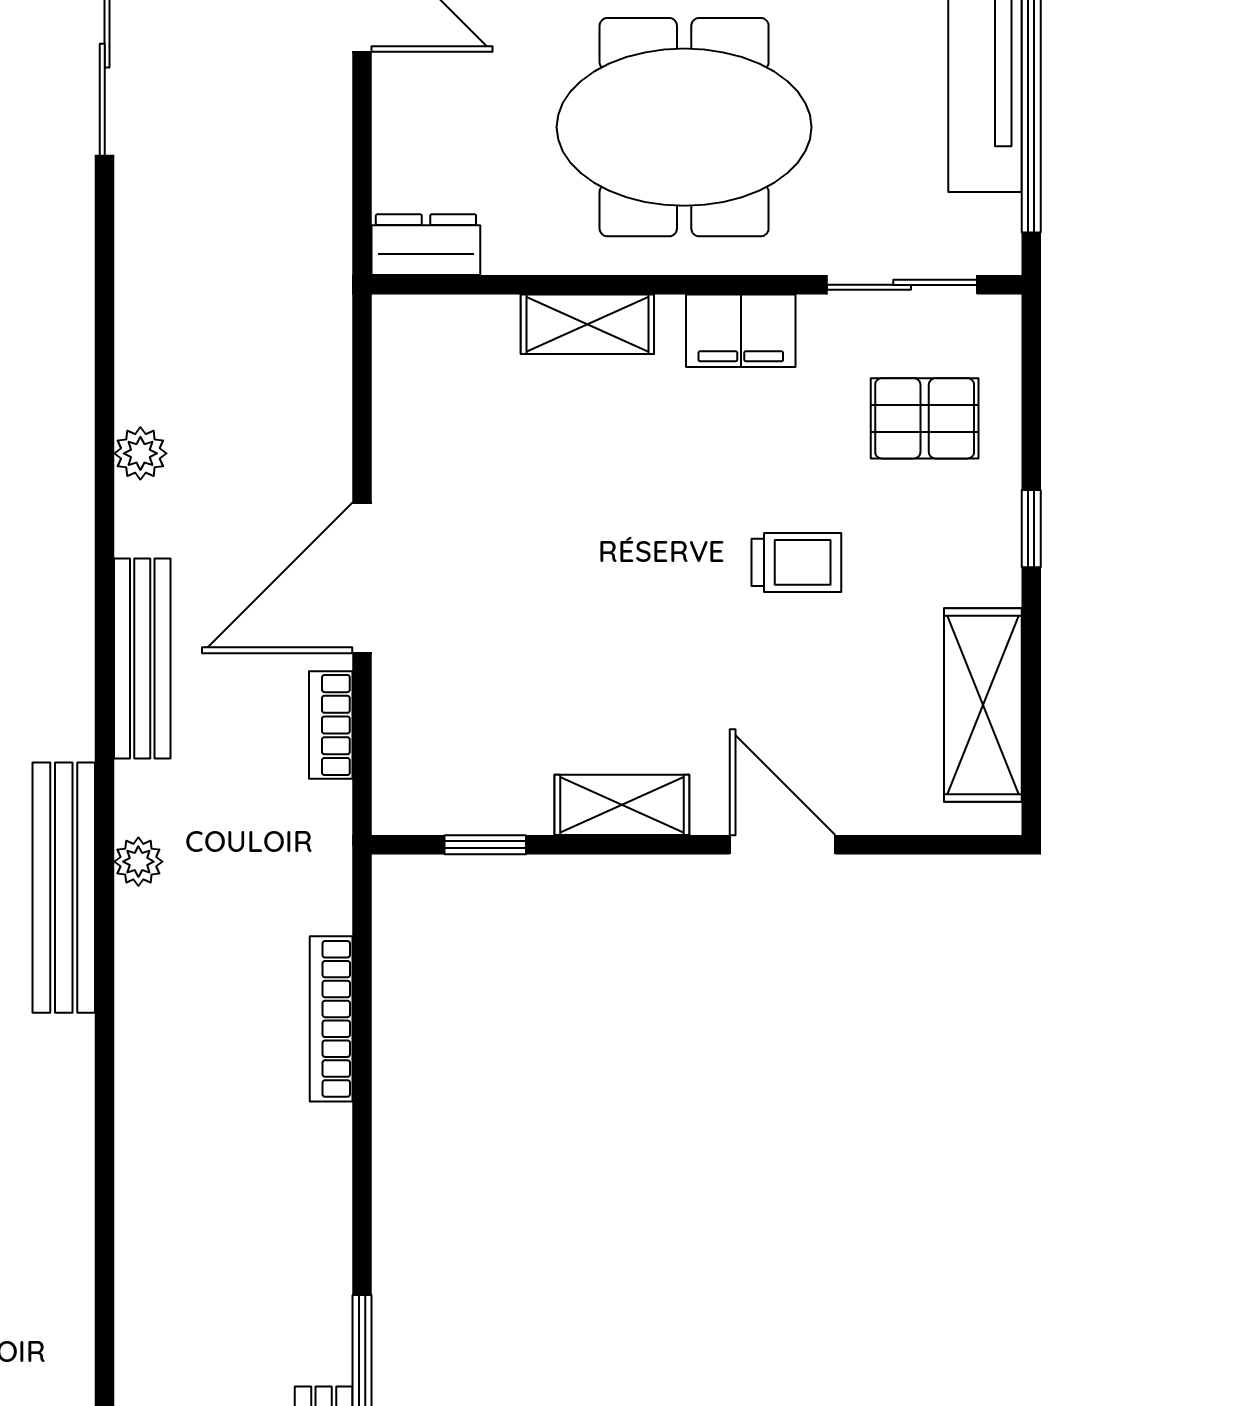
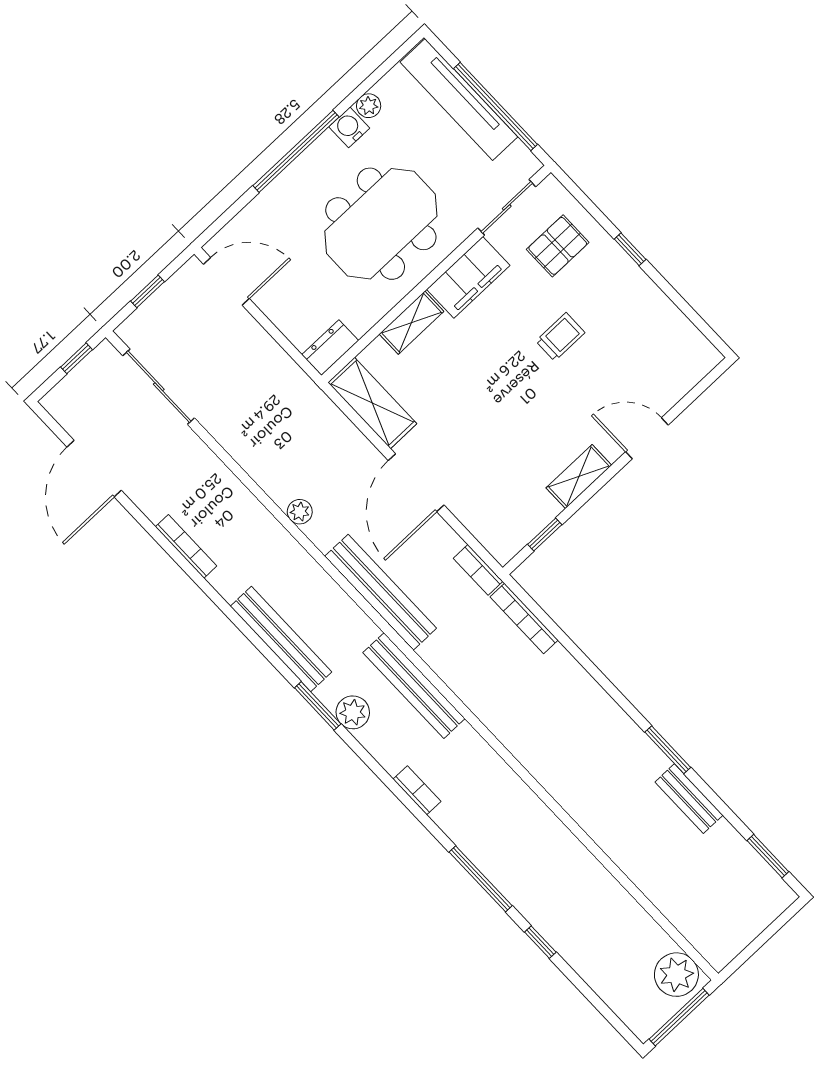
filing cabinet: (741, 331) -> (468, 277), width x1.50, depth x1.17
bench: (142, 659) -> (381, 592), width x1.37, depth x1.21
shelving: (983, 705) -> (372, 403), moved
bookcase: (331, 725) -> (478, 570), moved
plant: (138, 862) -> (431, 652), removed
bookcase: (331, 1019) -> (524, 619), moved

